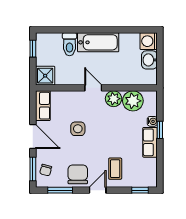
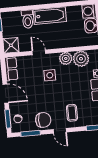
door: (93, 88) -> (39, 52), moved
side table: (78, 129) -> (50, 75), moved
chair: (78, 174) -> (43, 120), turned 90
door: (98, 190) -> (60, 131), swing flipped

